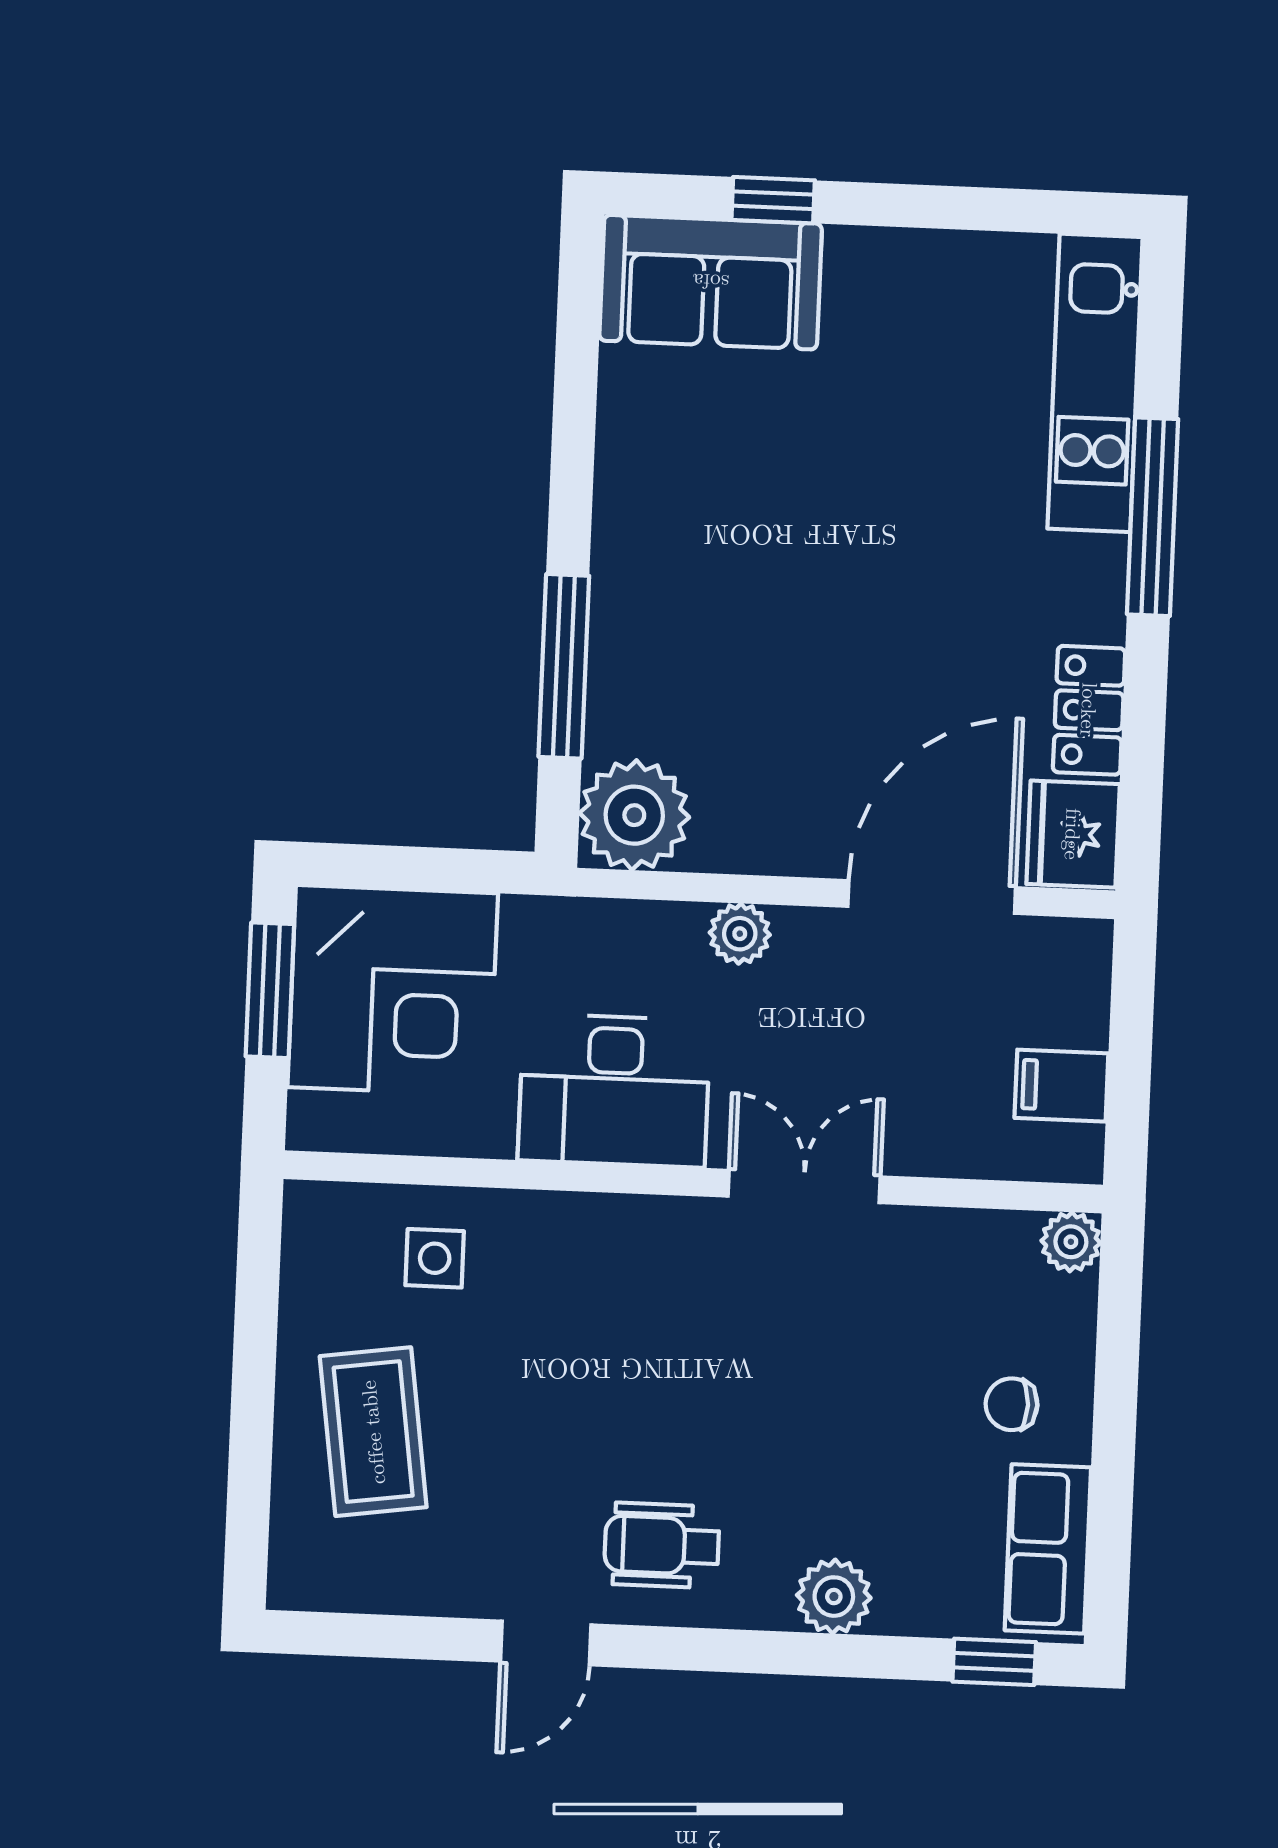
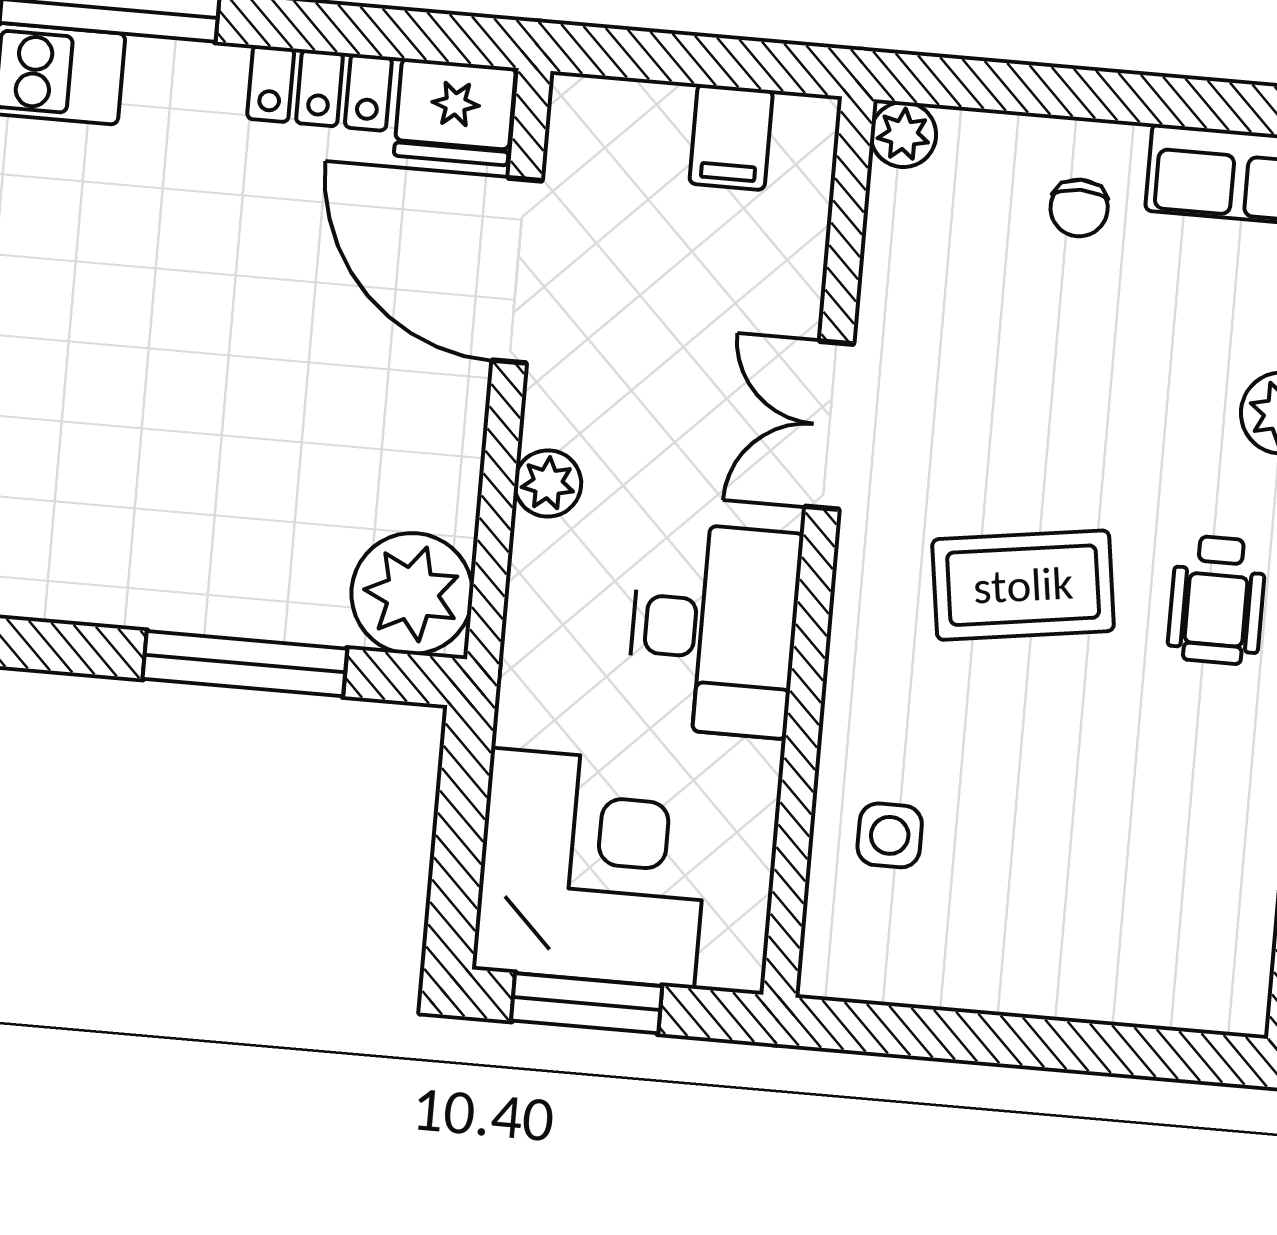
coffee table: (373, 1432) -> (1023, 585), moved

